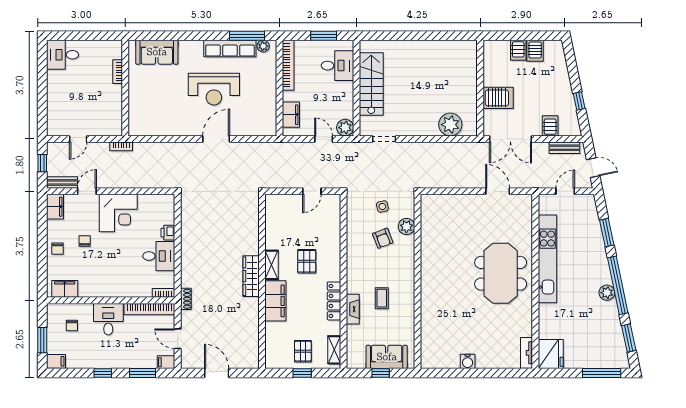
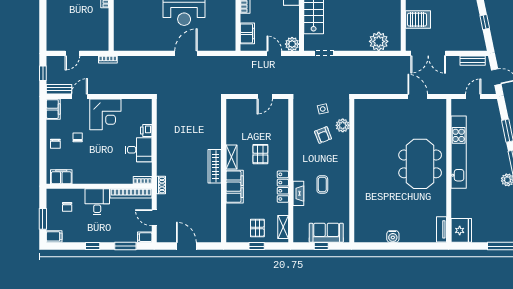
server rack: (550, 126) -> (461, 43), removed

